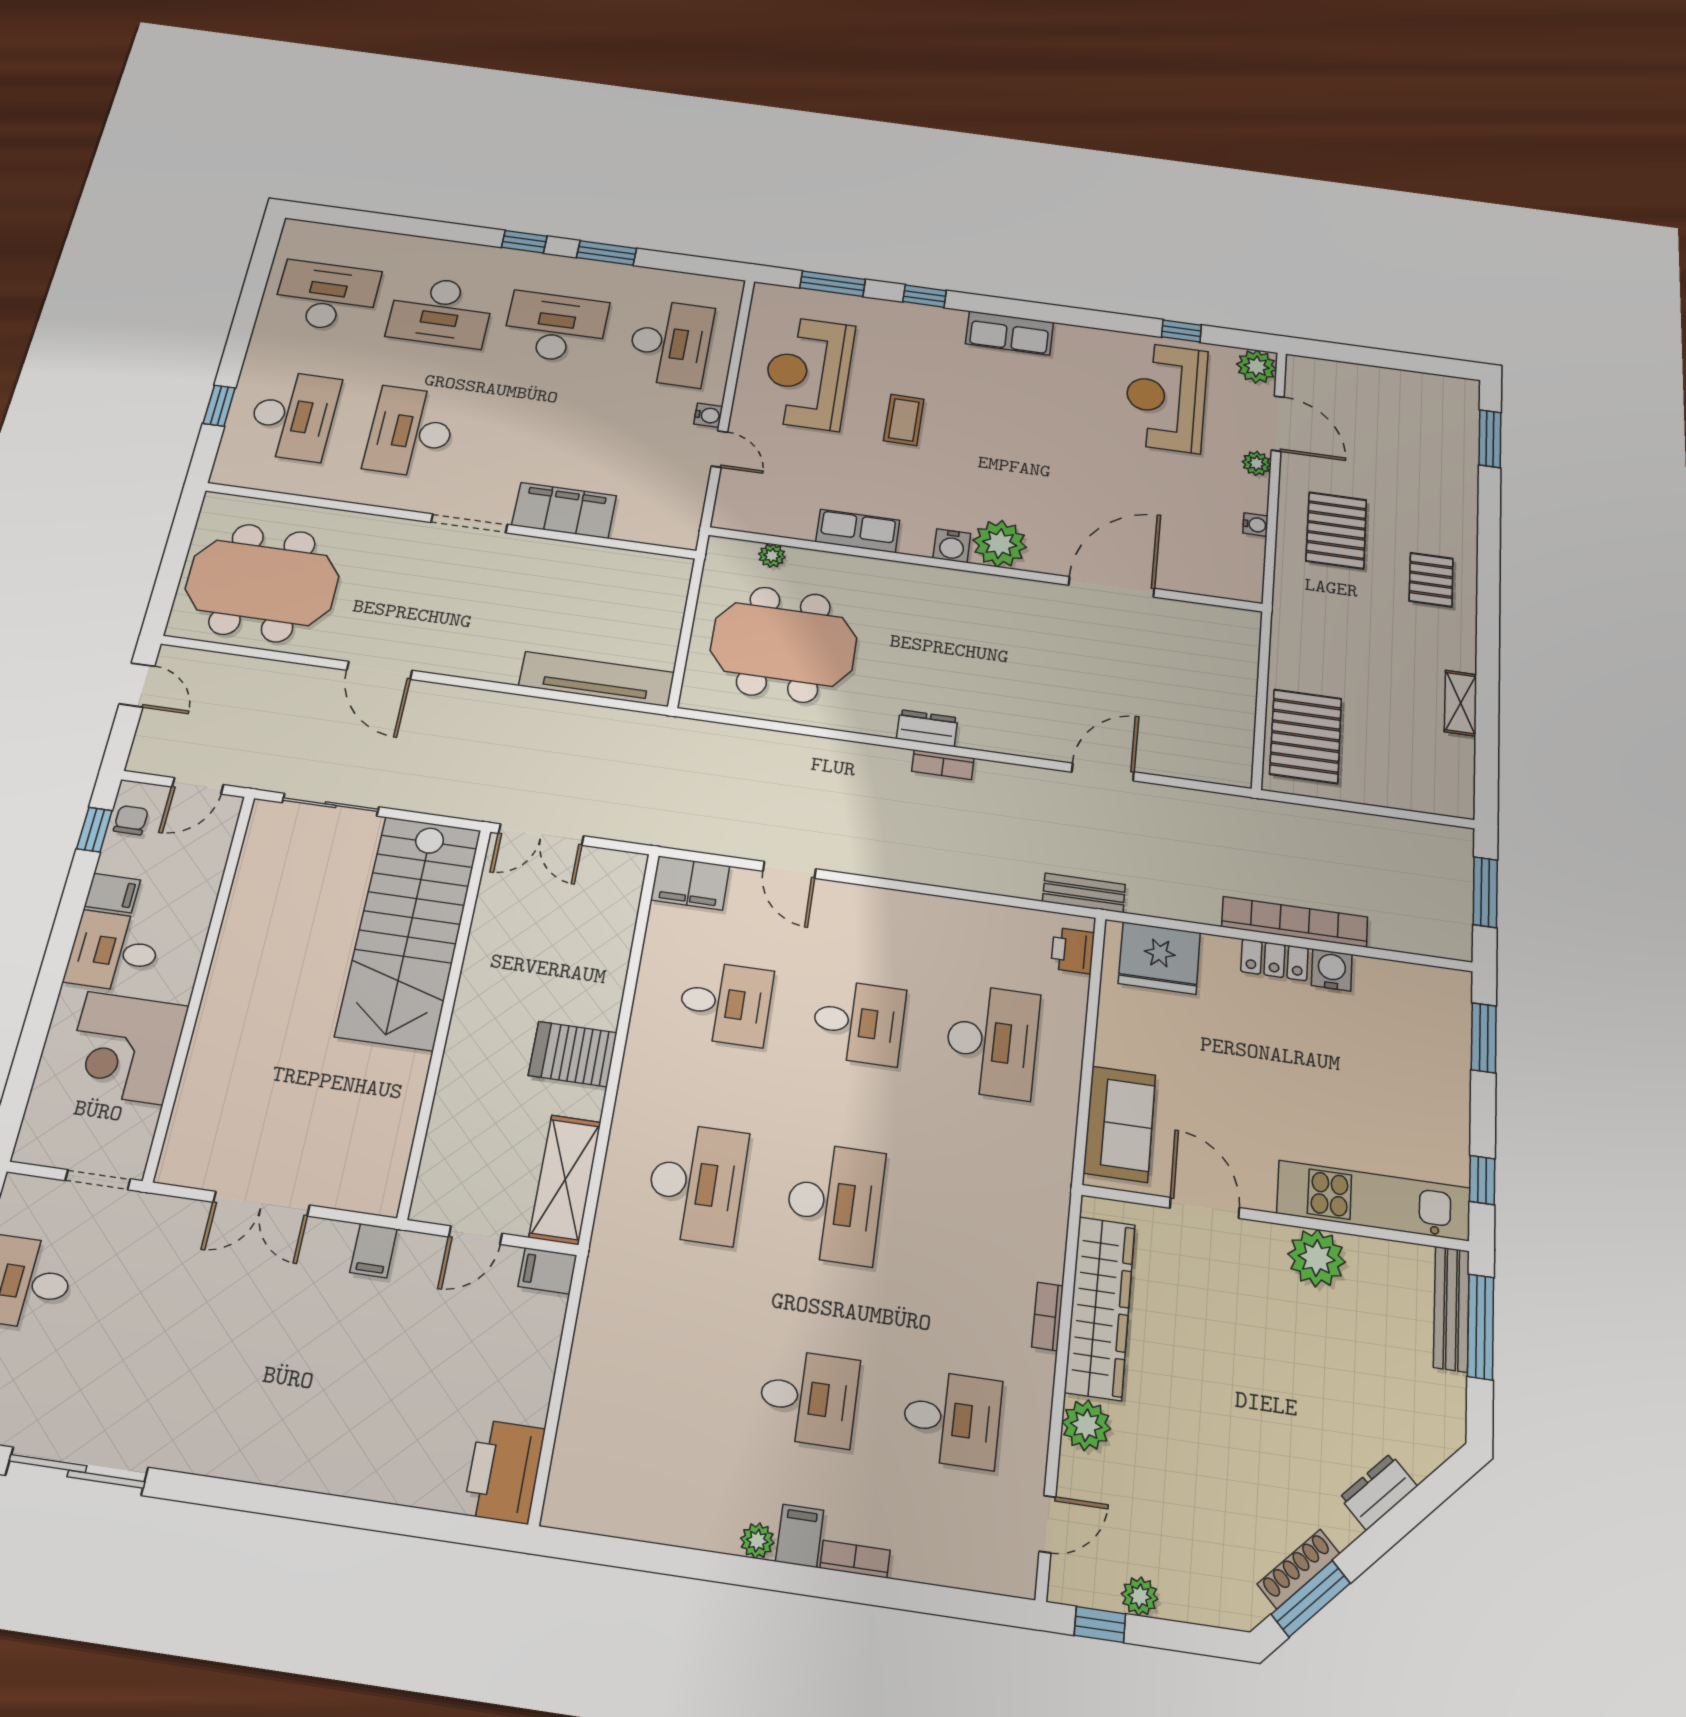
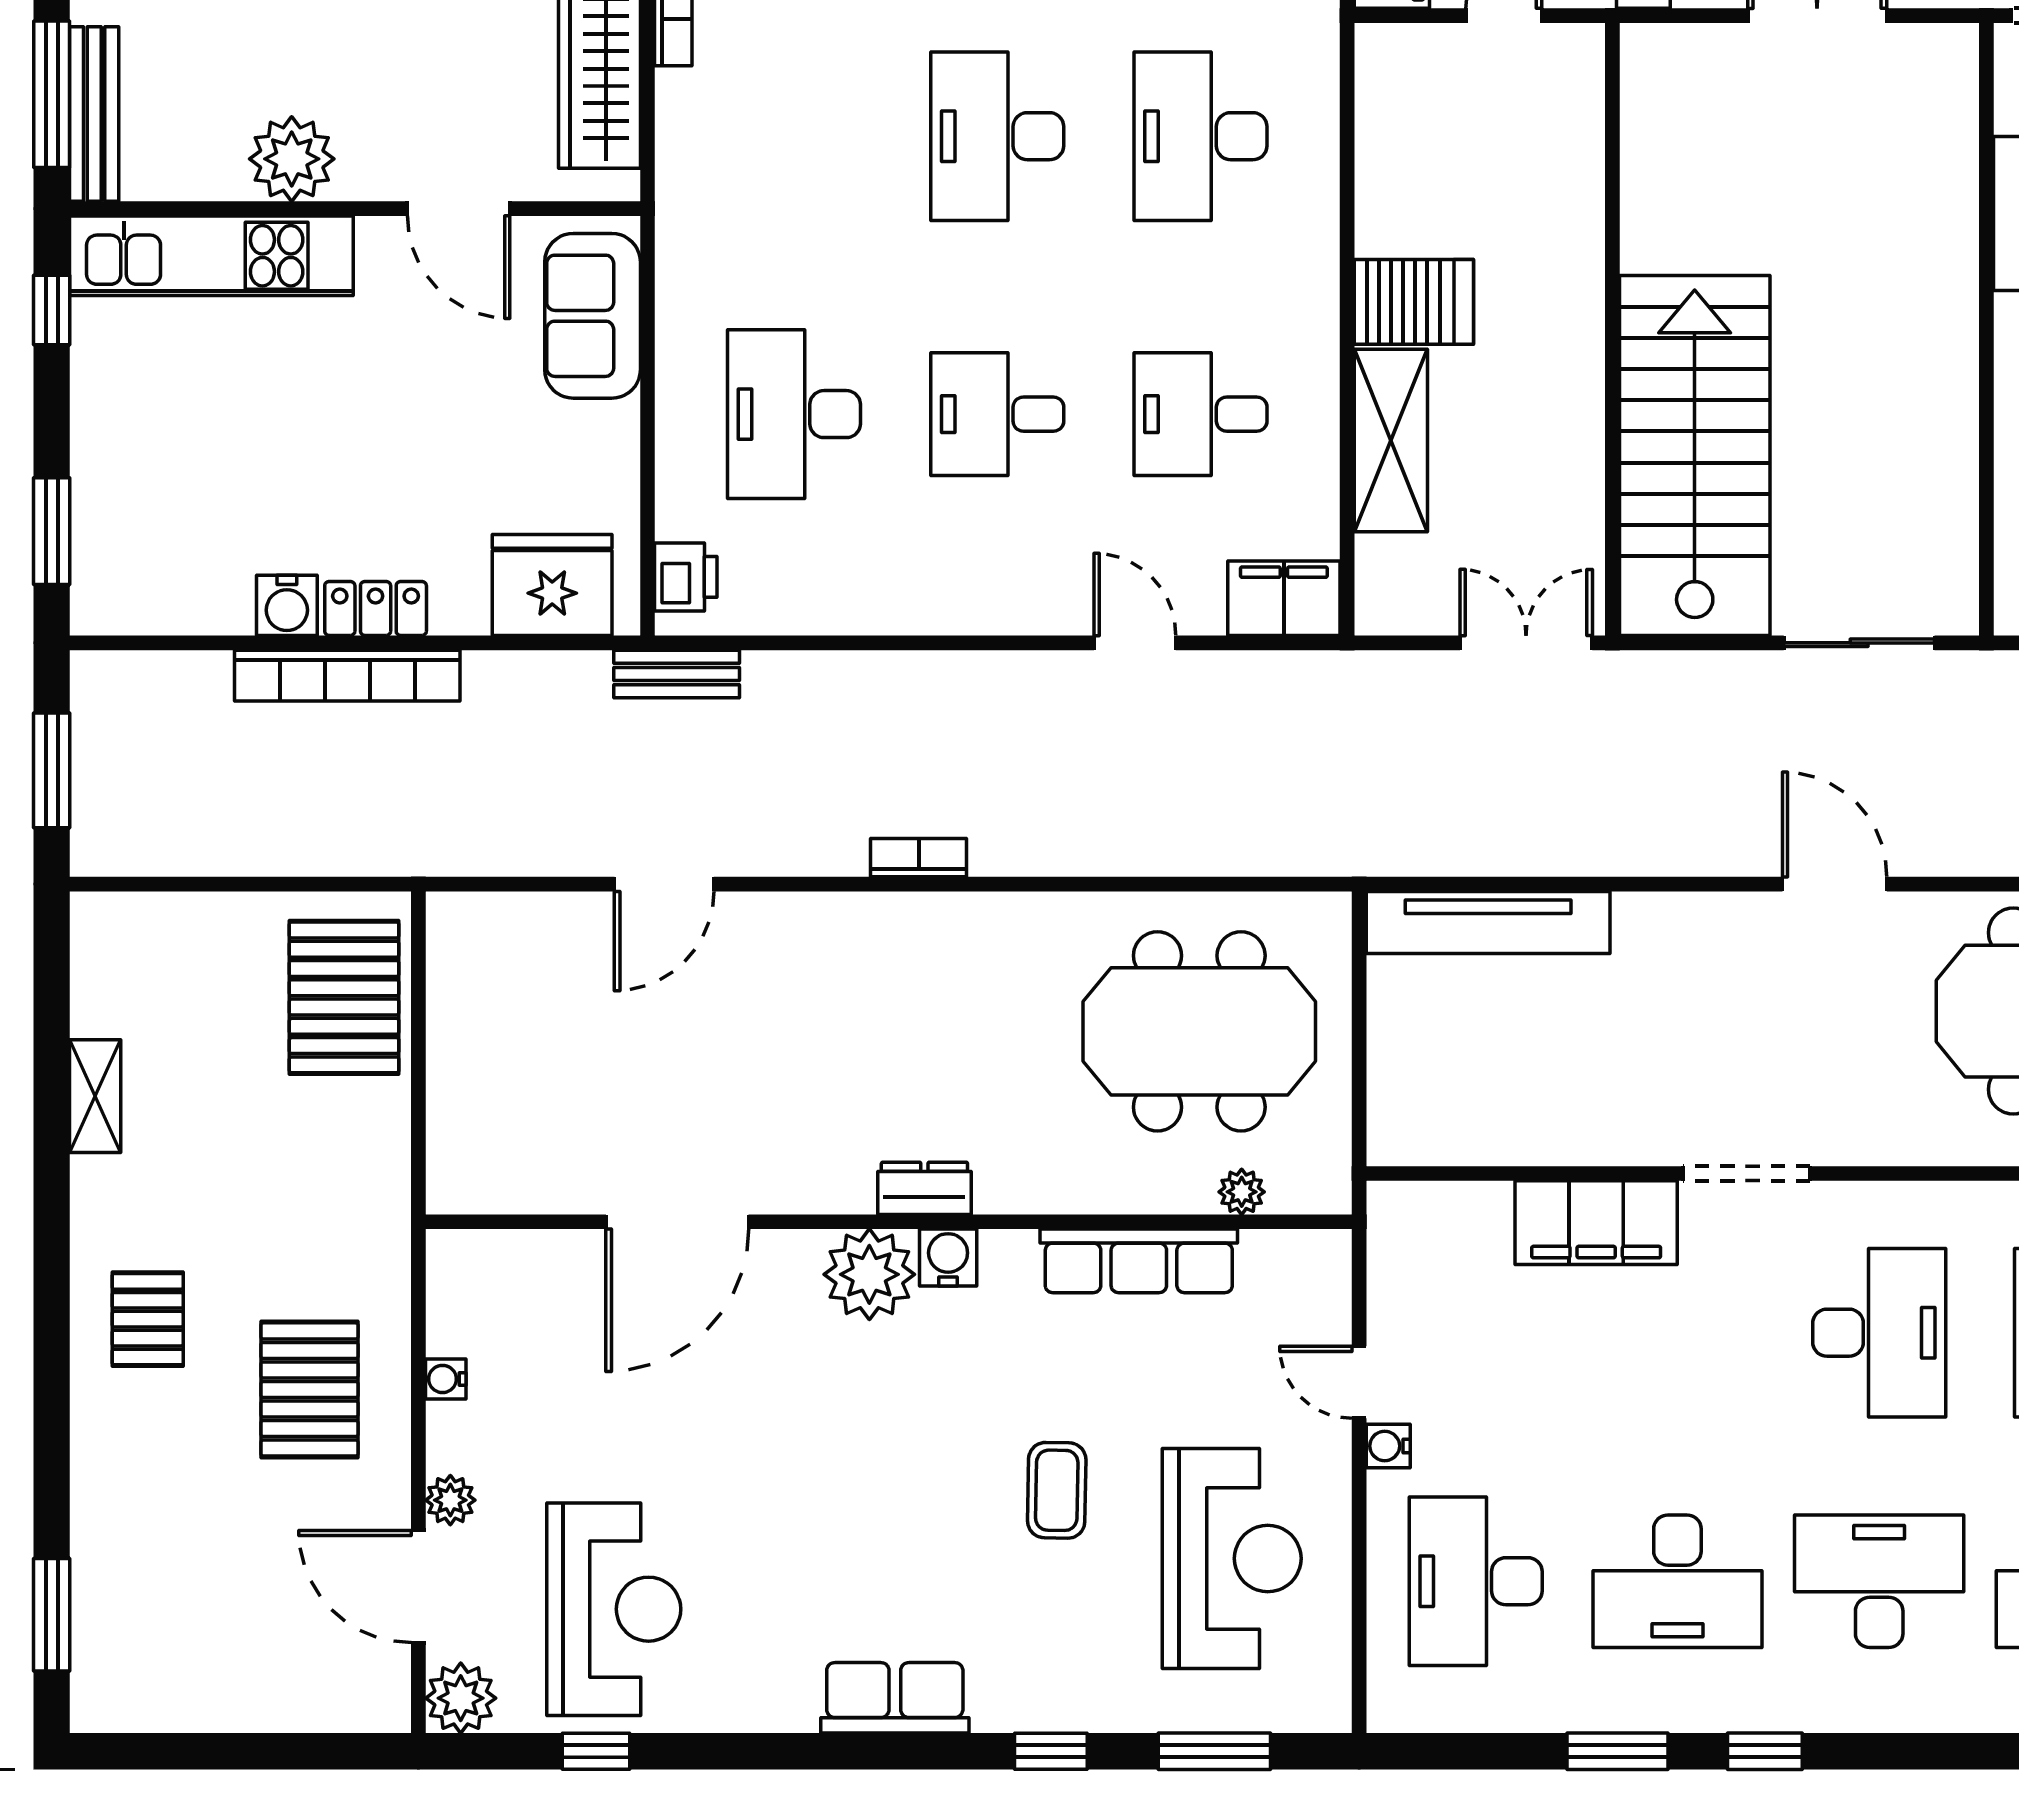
row of seats: (858, 531) -> (1139, 1261), width x1.48
dresser: (927, 728) -> (924, 1188), moved, turned 180
shelving: (565, 1179) -> (1391, 441), moved

